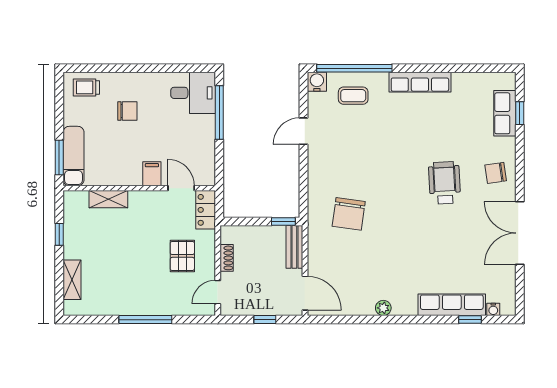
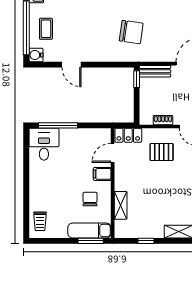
chair: (127, 111) -> (90, 199), moved

